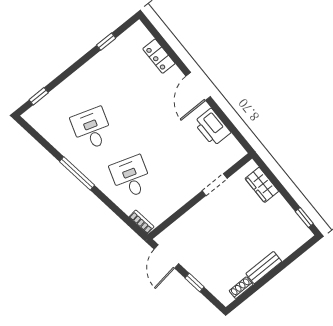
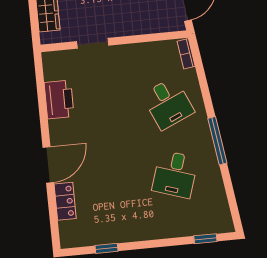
door: (198, 86) -> (48, 165), moved
desk: (131, 177) -> (168, 103), turned -42

